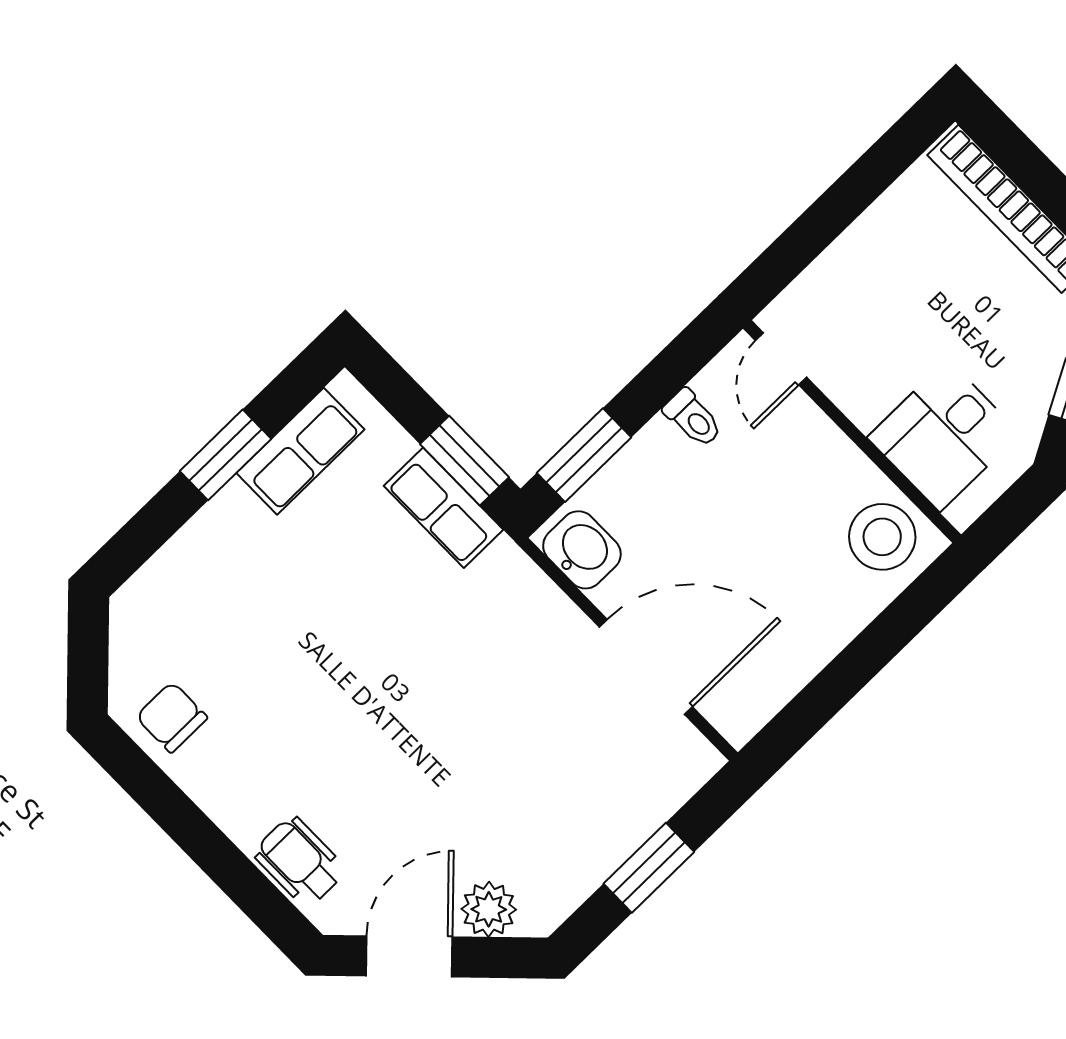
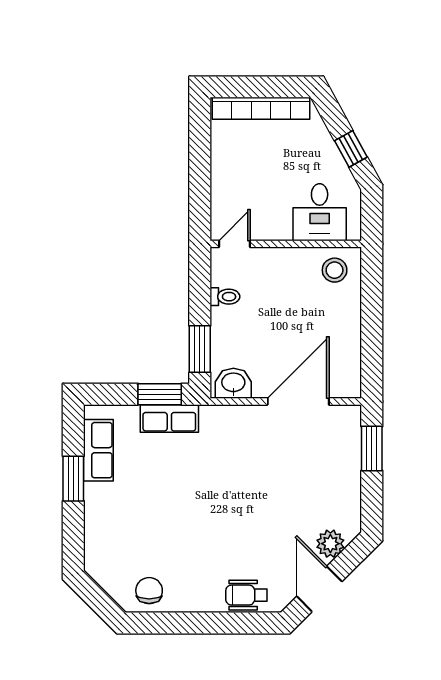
door: (781, 359) -> (234, 244), swing flipped
stool: (882, 537) -> (335, 270), width x0.73, depth x0.73
chair: (172, 717) -> (149, 591), turned 90
window: (649, 868) -> (372, 449), moved

